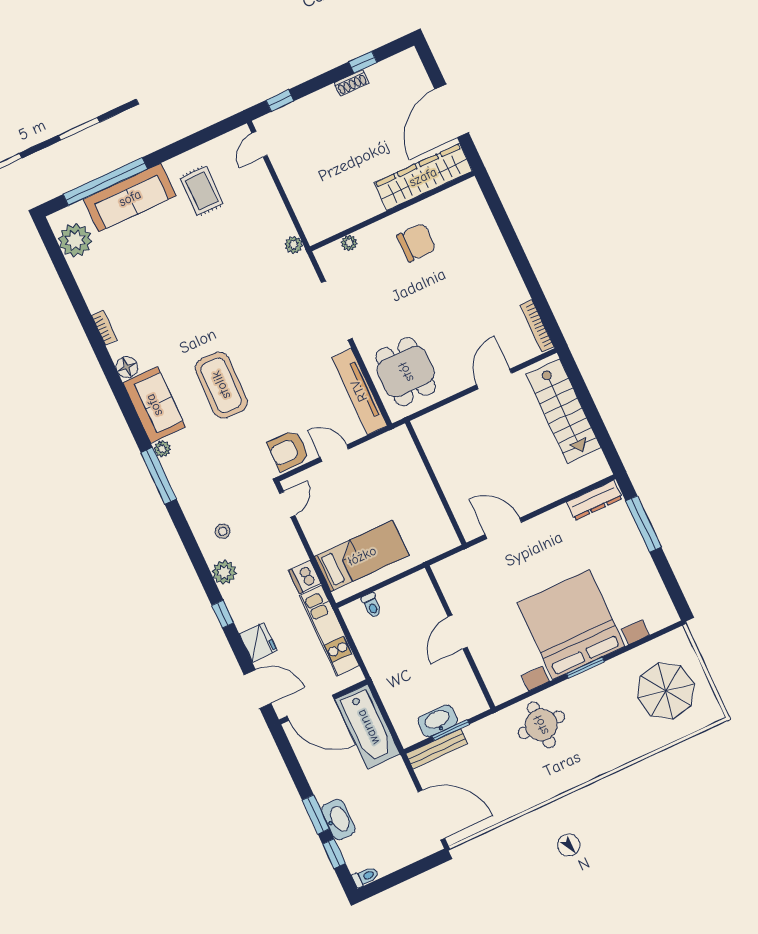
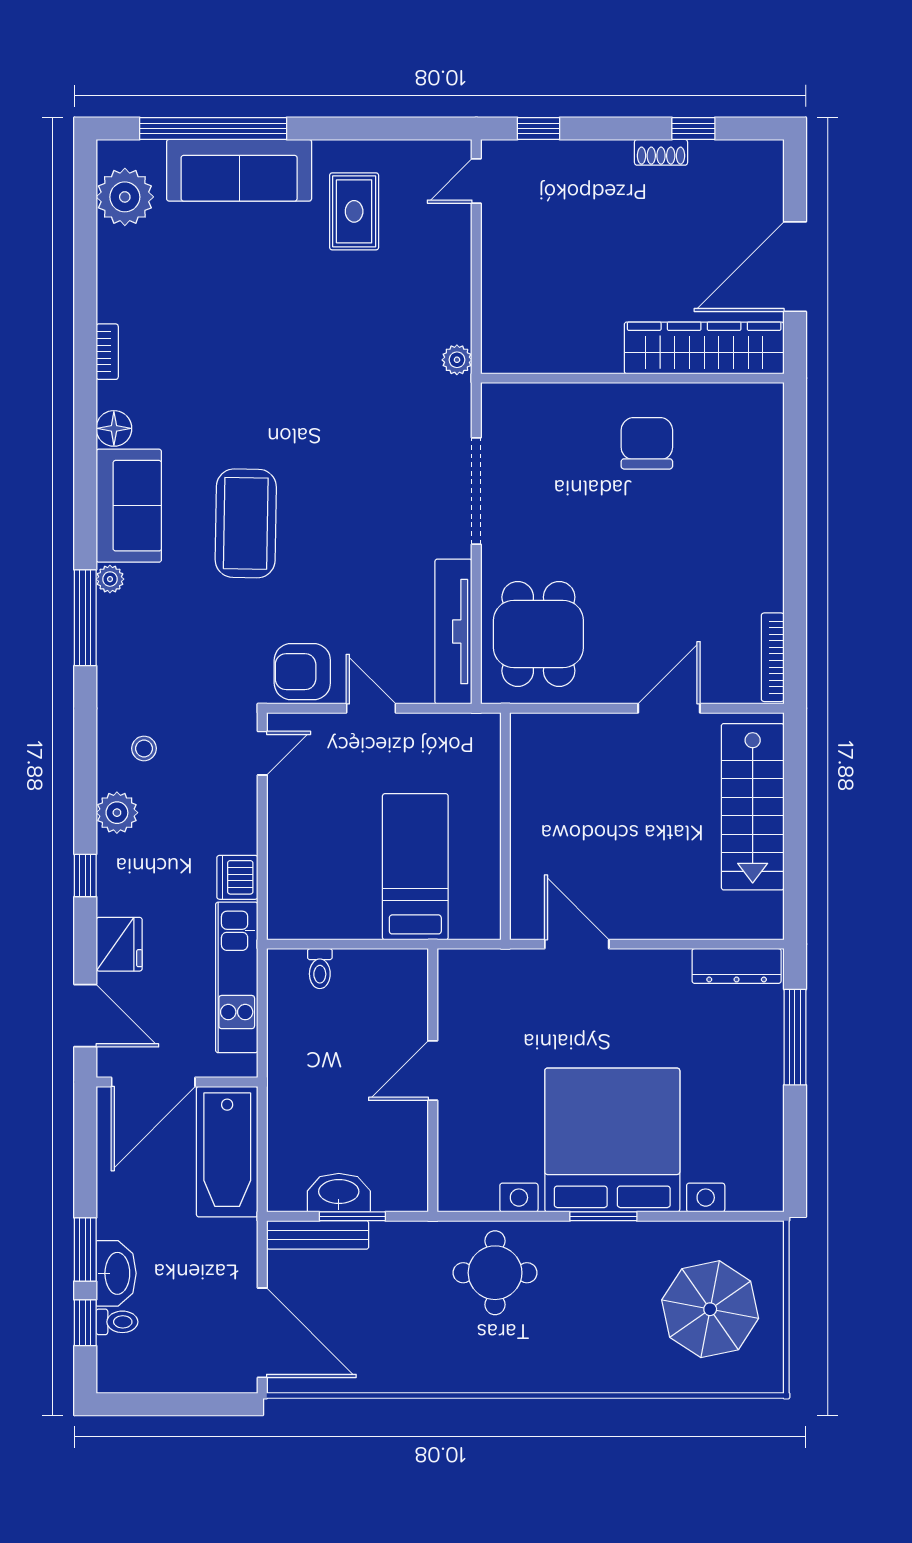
chair: (416, 242) -> (647, 443), turned -90
plant: (349, 243) -> (543, 396), removed
bed: (362, 556) -> (415, 867), moved, turned -90
door: (311, 708) -> (153, 1082), hinge flipped
toilet: (365, 877) -> (117, 1322), moved

